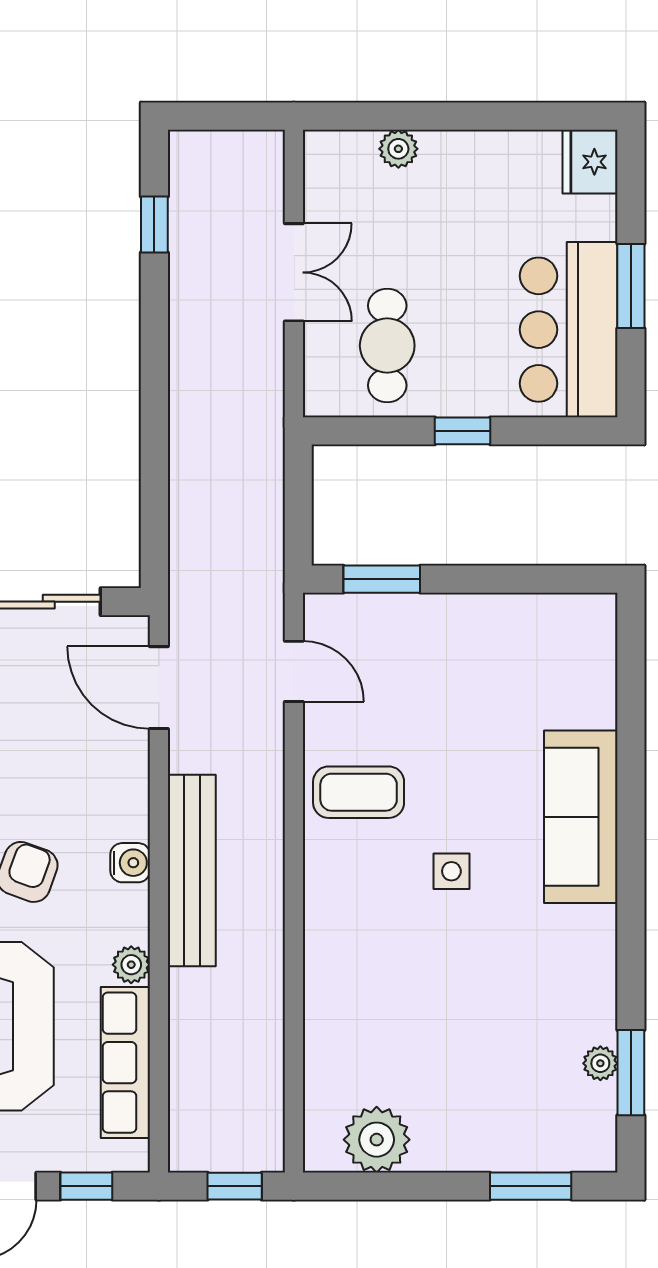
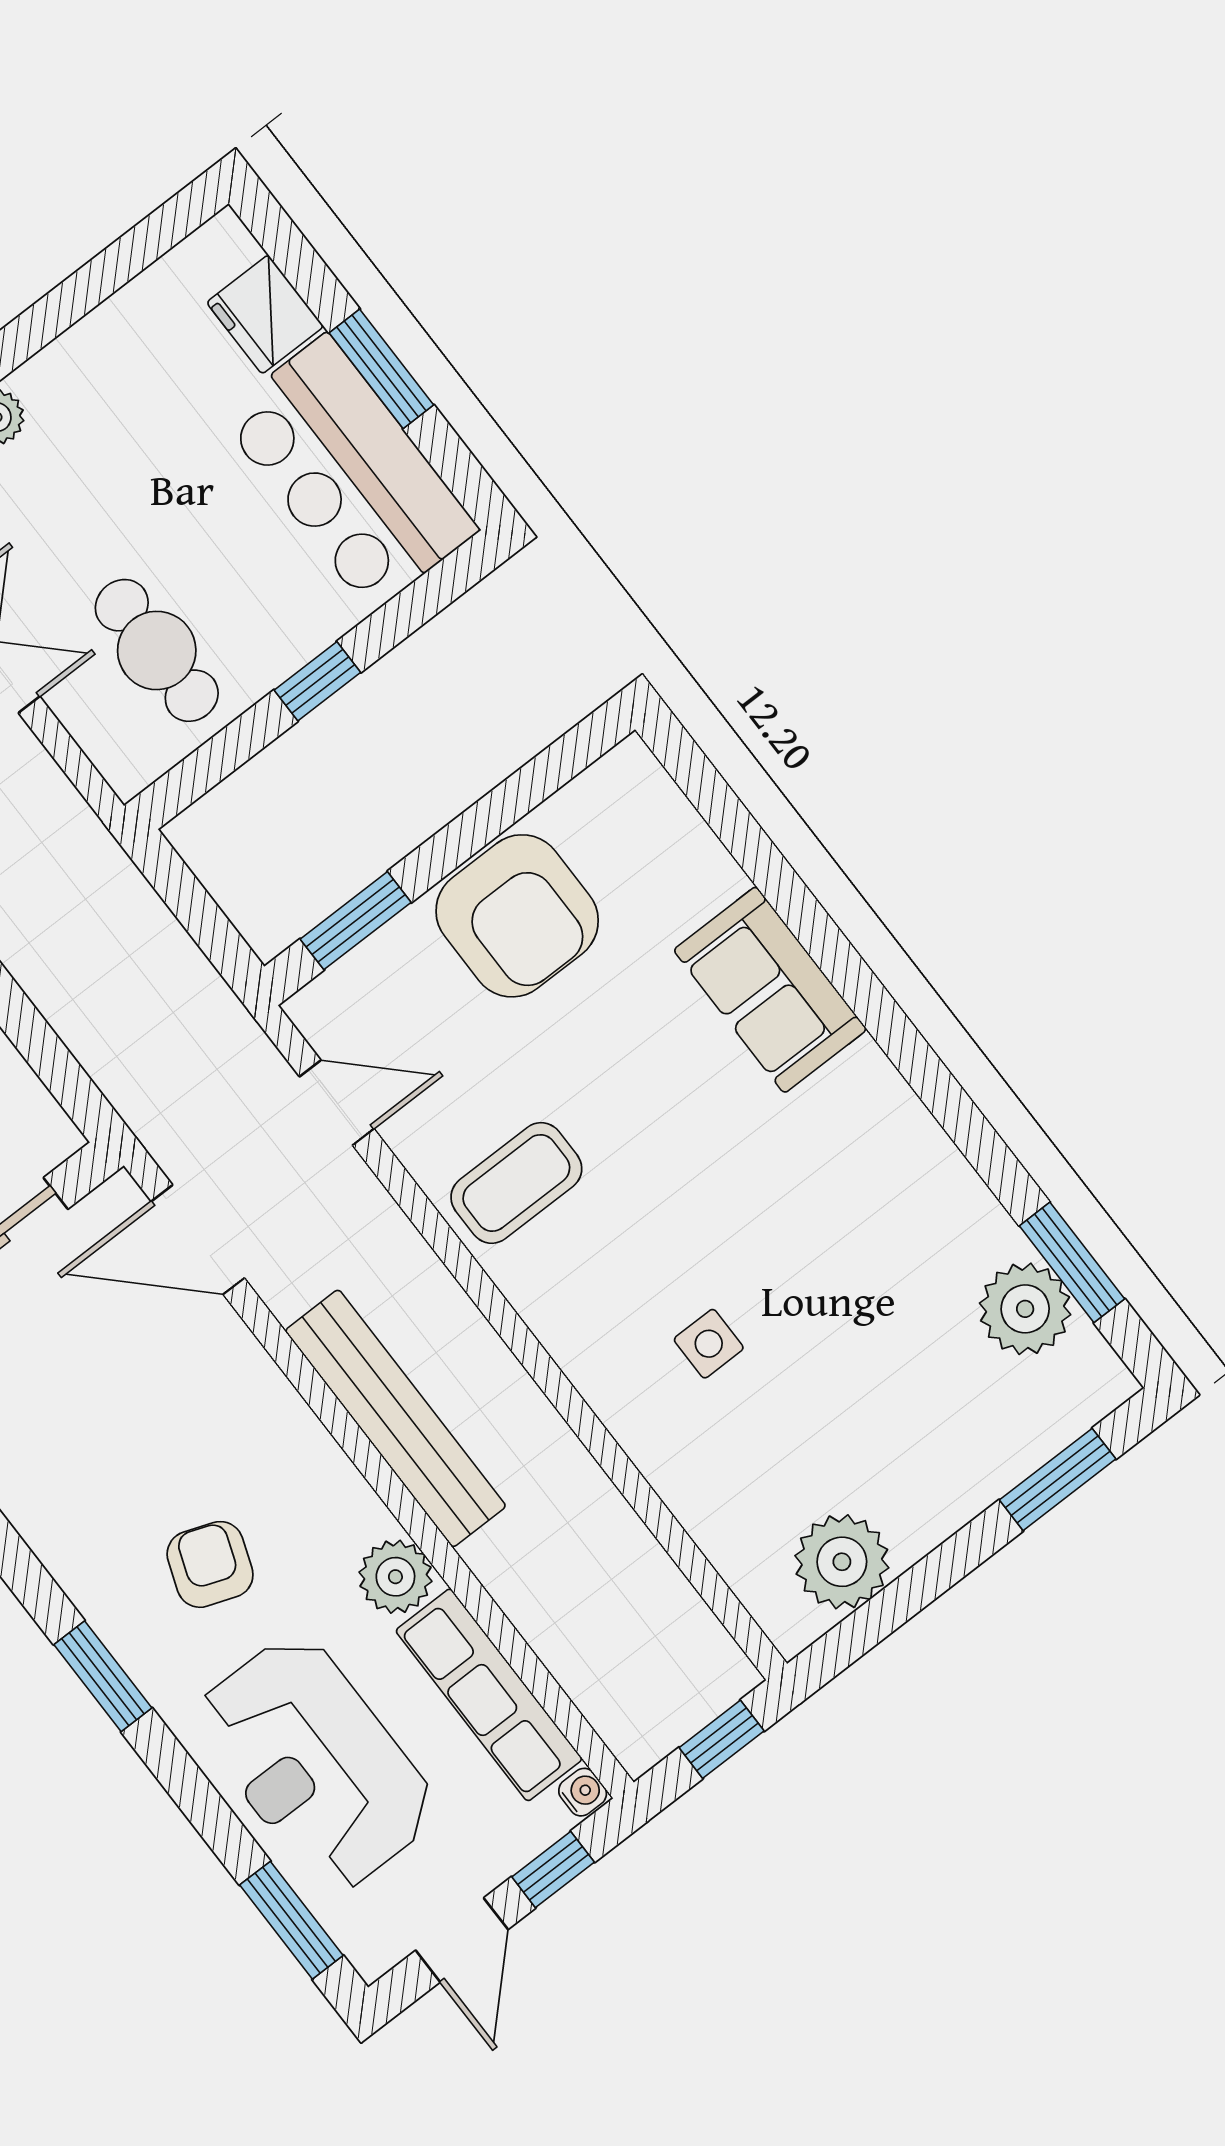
fridge: (590, 162) -> (265, 314), moved
armchair: (473, 645) -> (517, 916), added
sofa: (581, 817) -> (770, 990), width x0.73
water cooler: (130, 863) -> (583, 1792), moved, width x0.72, depth x0.72
side table: (451, 871) -> (709, 1344), moved
plant: (131, 965) -> (395, 1577), width x1.38, depth x1.38
plant: (600, 1063) -> (1025, 1309), width x1.88, depth x1.88

